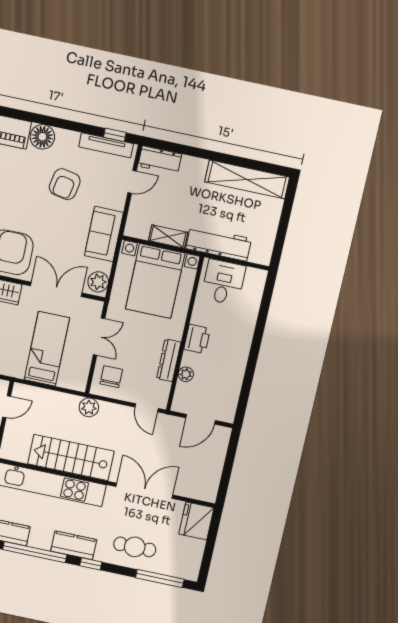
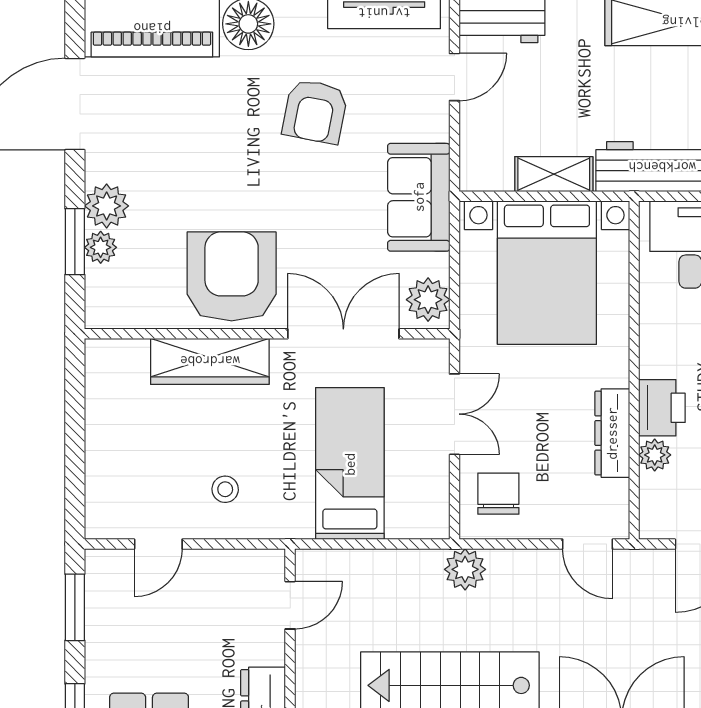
printer: (197, 339) -> (662, 408), moved

